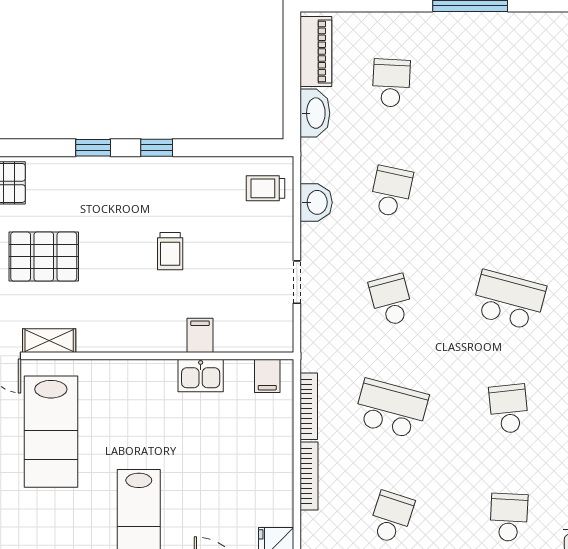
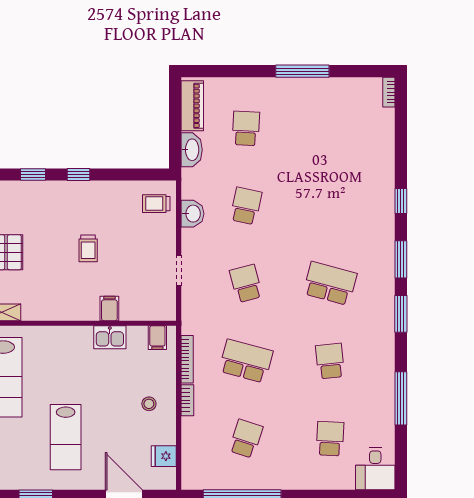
stool: (255, 469) -> (149, 404), added
bookcase: (309, 476) -> (187, 400), width x0.64

